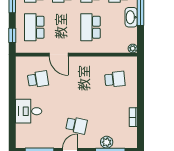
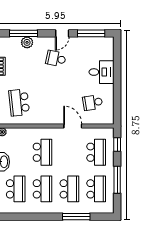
school desk: (115, 79) -> (19, 103), width x1.85

